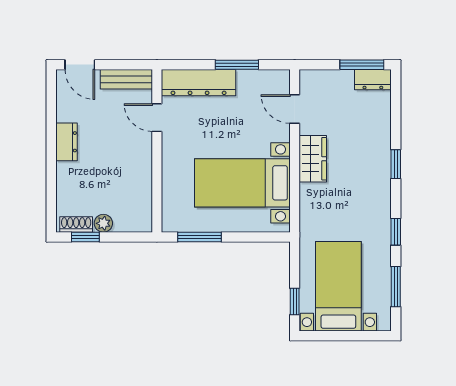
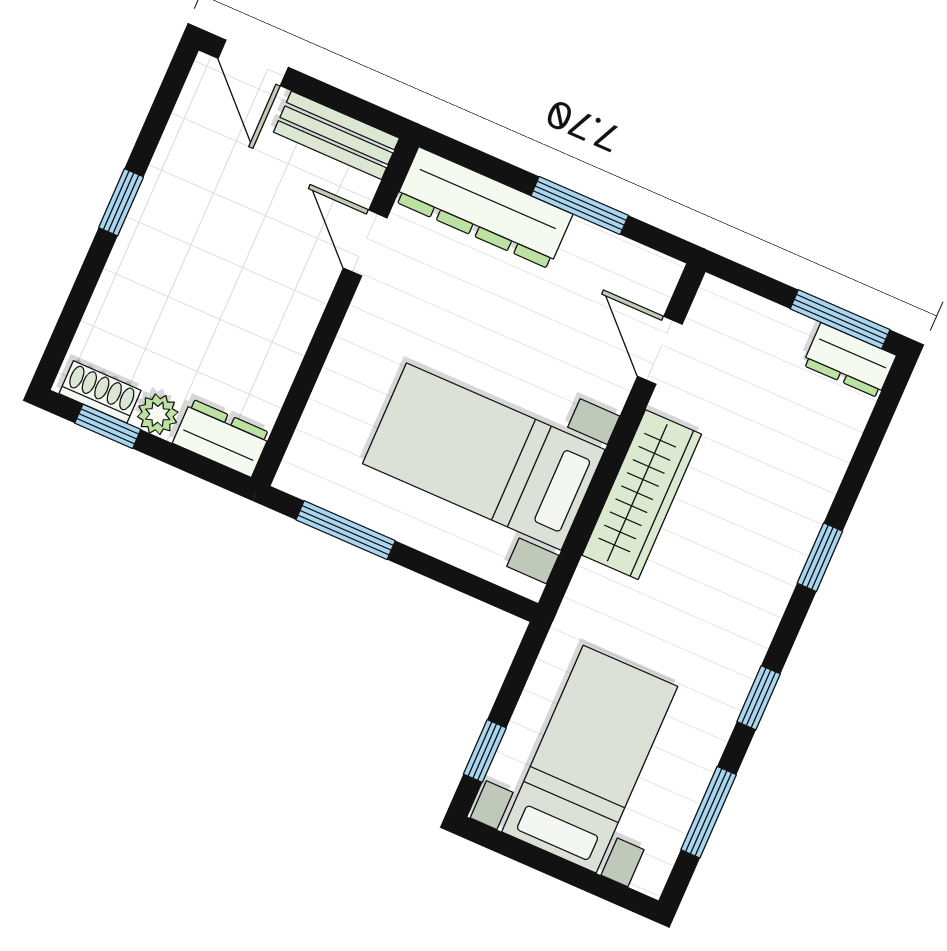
dresser: (67, 142) -> (221, 438), moved, turned -90
window: (51, 144) -> (121, 202), added
wardrobe: (313, 159) -> (642, 495), width x1.50

